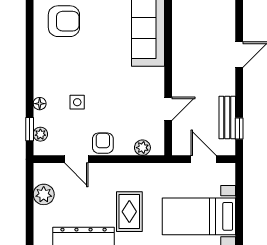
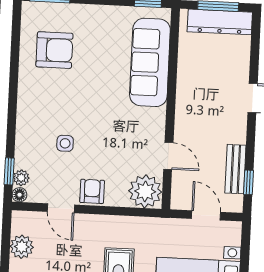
floor lamp: (40, 104) -> (20, 195), moved
door: (168, 109) -> (168, 156), hinge flipped
plant: (142, 148) -> (145, 191), width x1.87, depth x1.87

